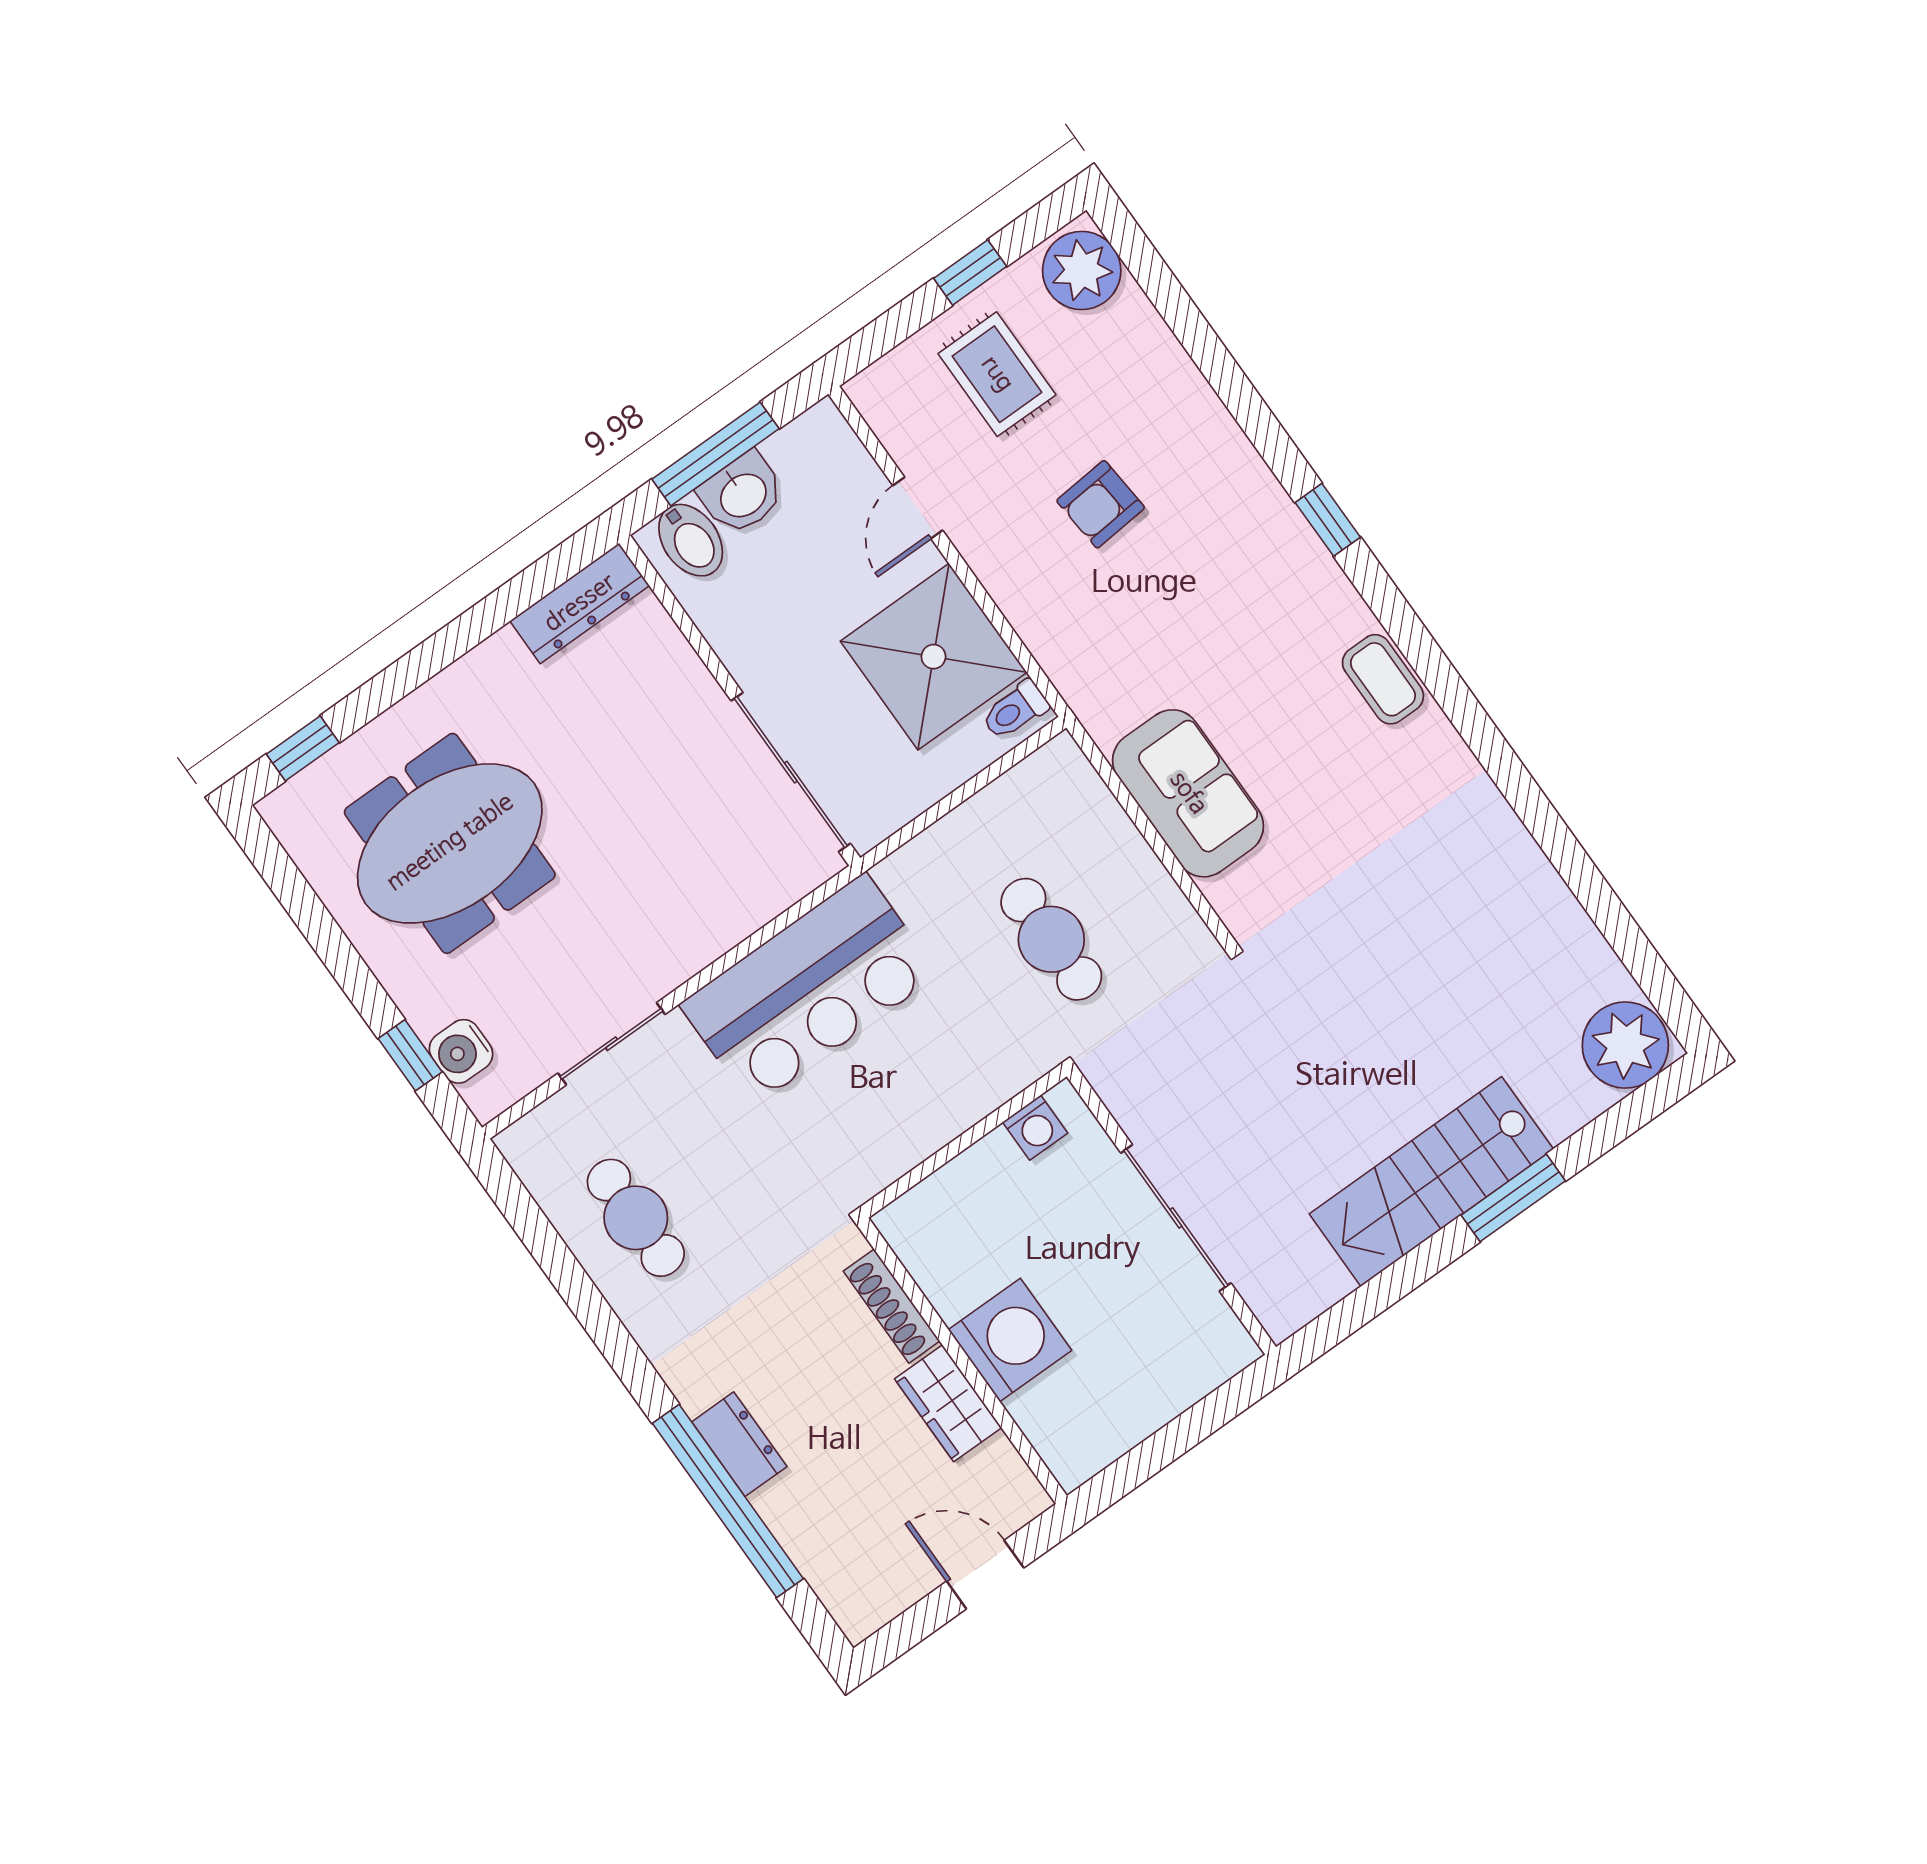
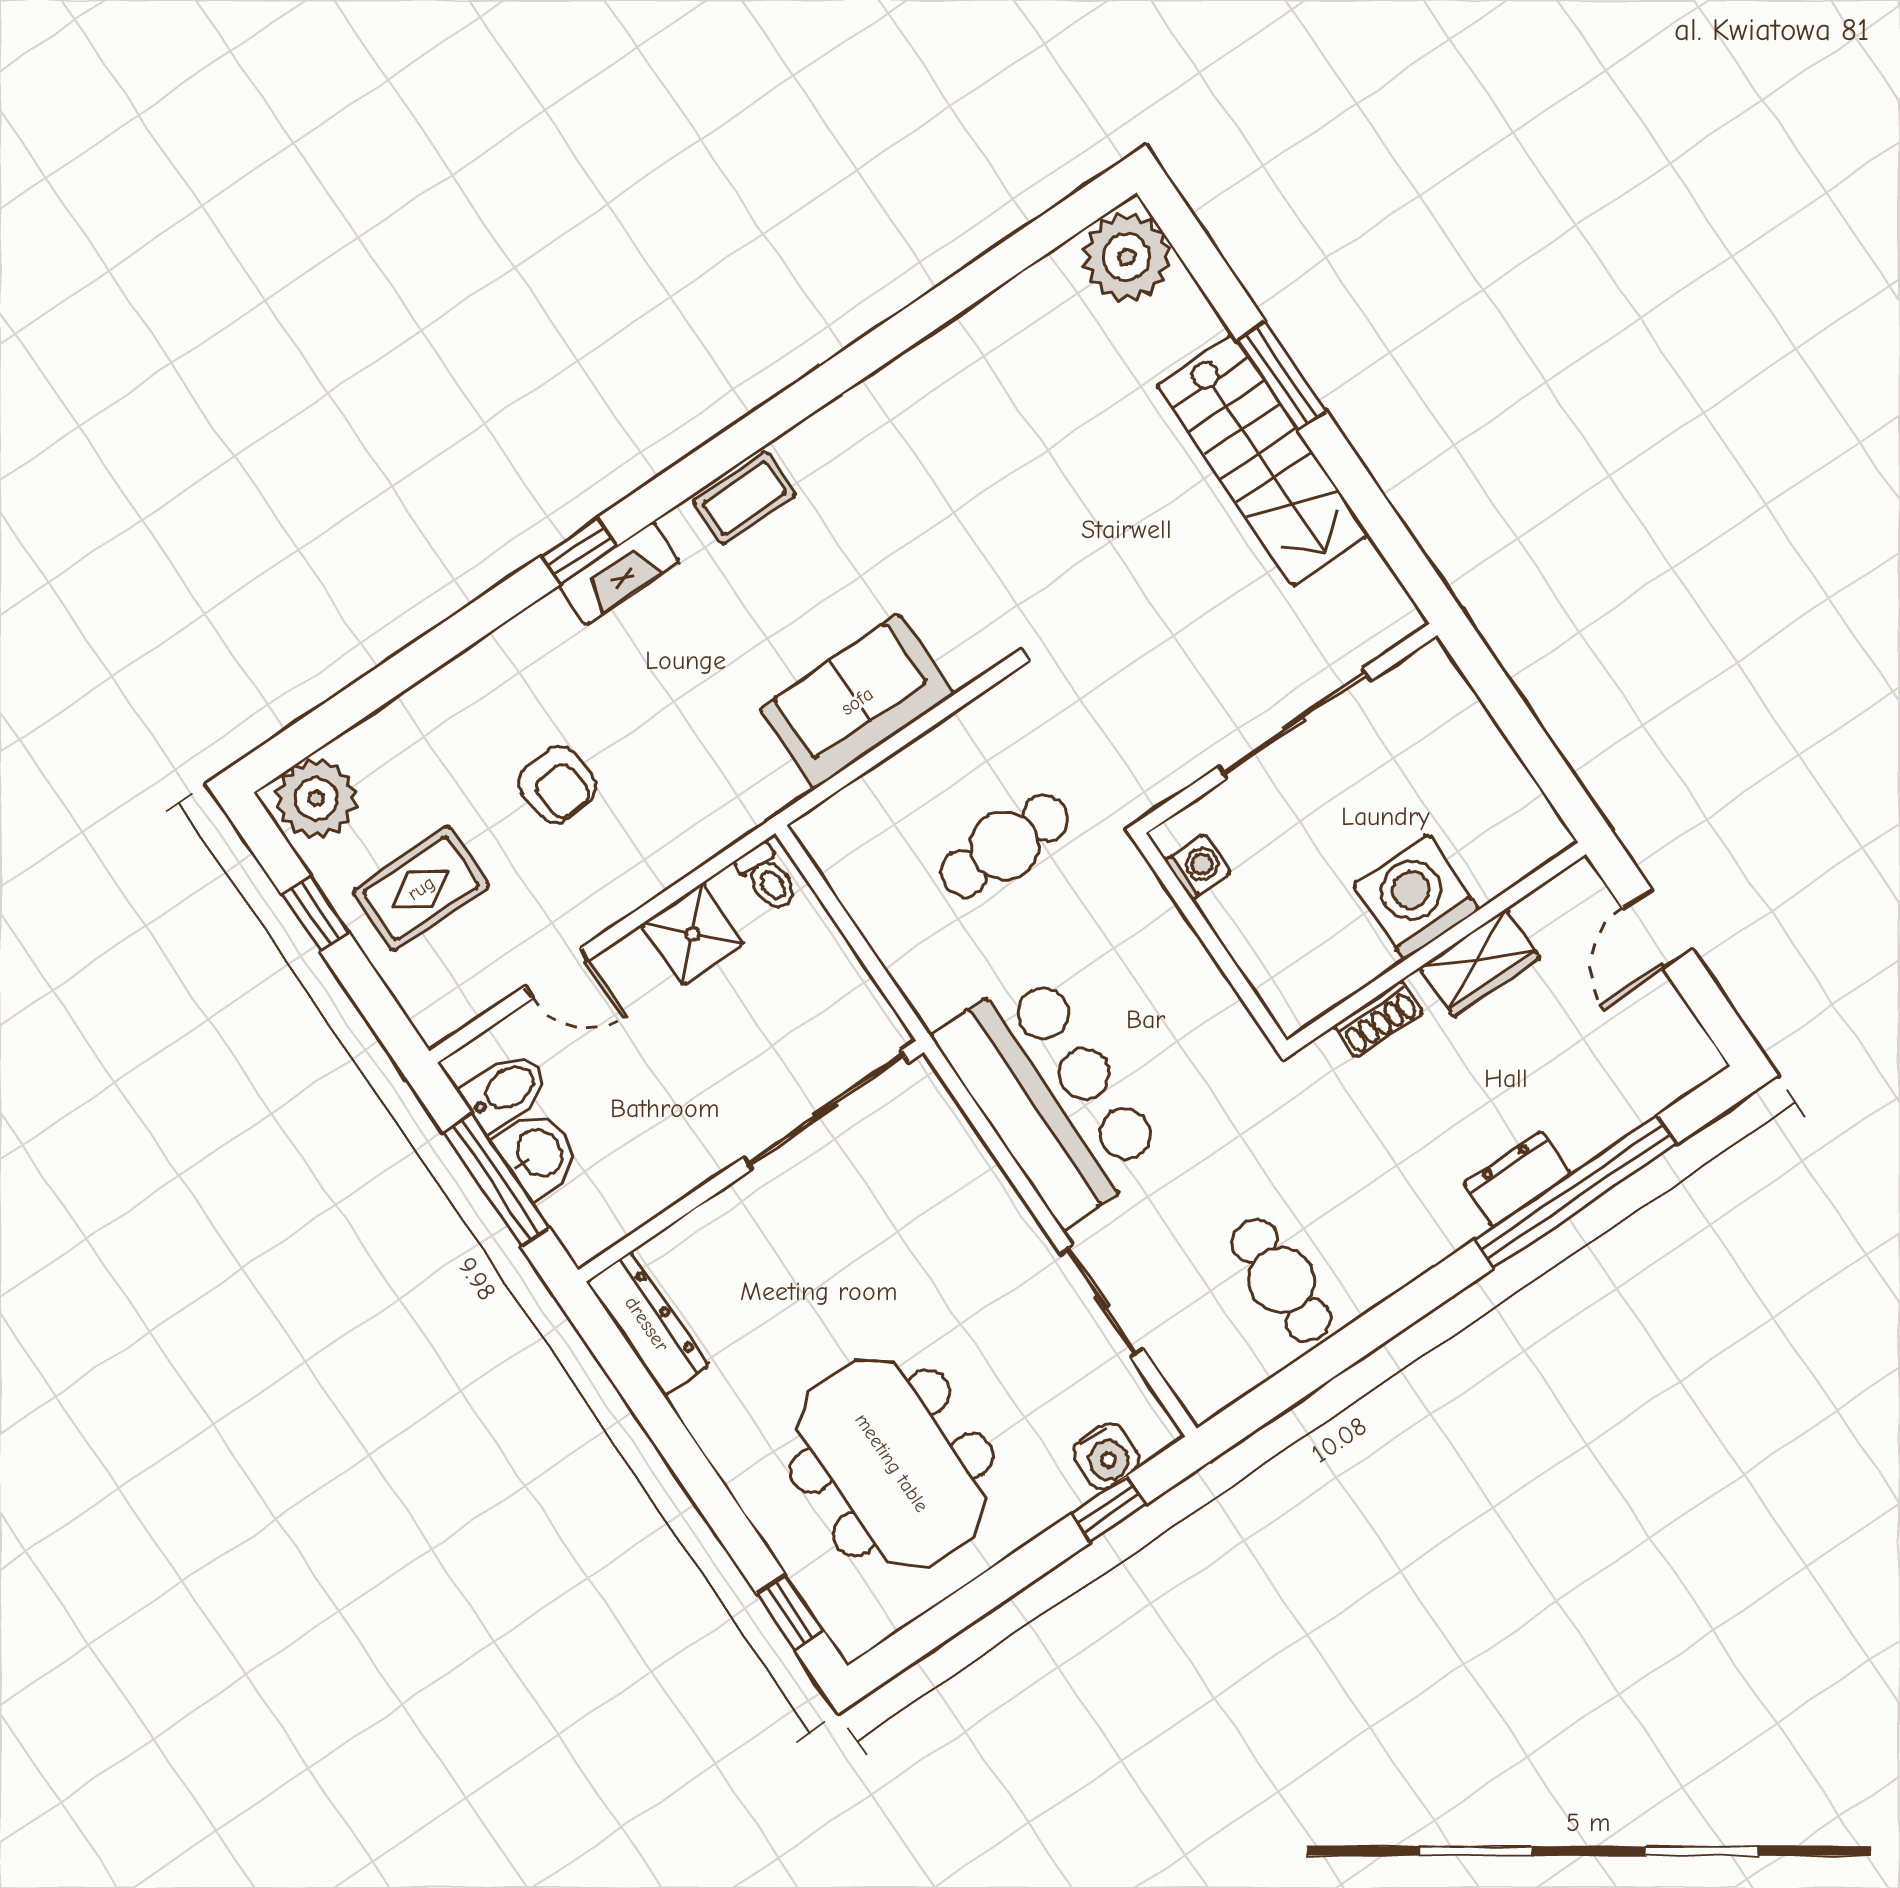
bidet: (691, 540) -> (505, 1090), moved
fireplace: (1307, 560) -> (619, 573), added
shower: (934, 657) -> (692, 934), width x0.54, depth x0.54
cafe table: (636, 1218) -> (1282, 1280), turned 90
shoe rack: (892, 1306) -> (1378, 1019), width x0.70

